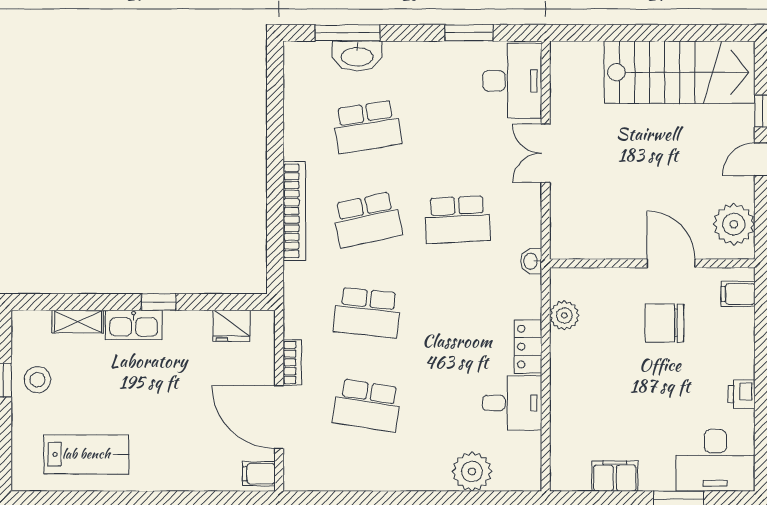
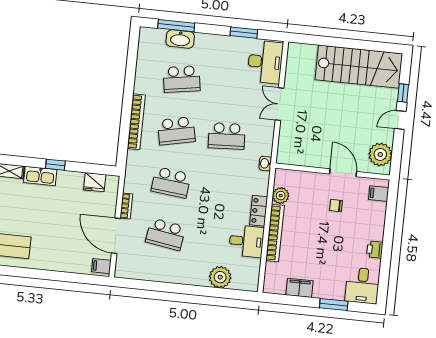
chair: (664, 323) -> (336, 206), width x0.54, depth x0.54
bookcase: (561, 383) -> (275, 233), added
desk: (715, 460) -> (362, 286), width x0.73

